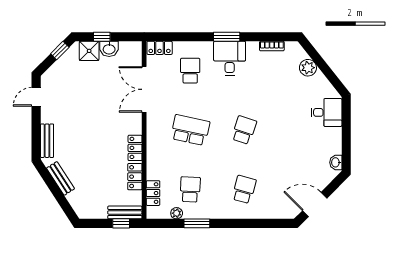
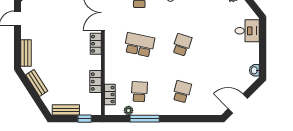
locker: (135, 148) -> (96, 44), moved
bench: (125, 212) -> (66, 110), moved
window: (197, 223) -> (145, 119), width x1.44

